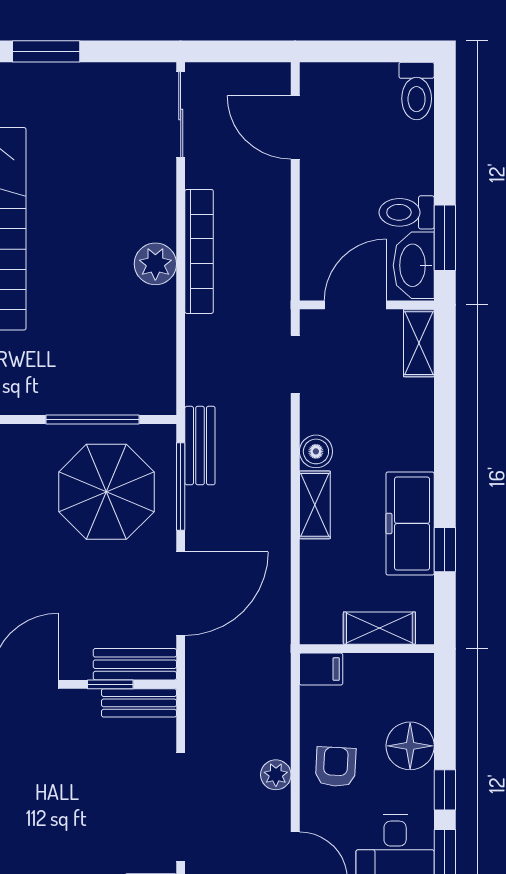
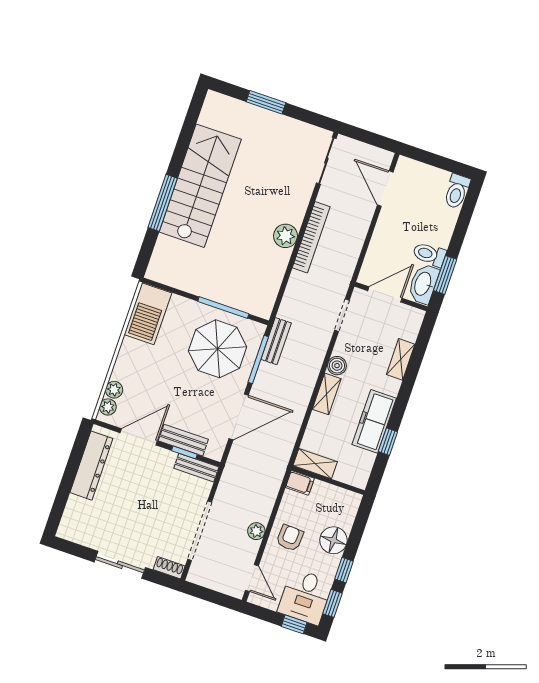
shelving: (419, 343) -> (401, 359), moved
shelving: (379, 628) -> (315, 464), moved
bench: (135, 664) -> (183, 440), moved

